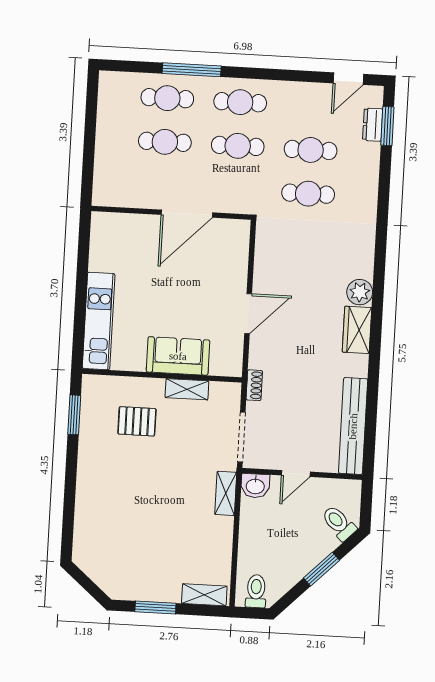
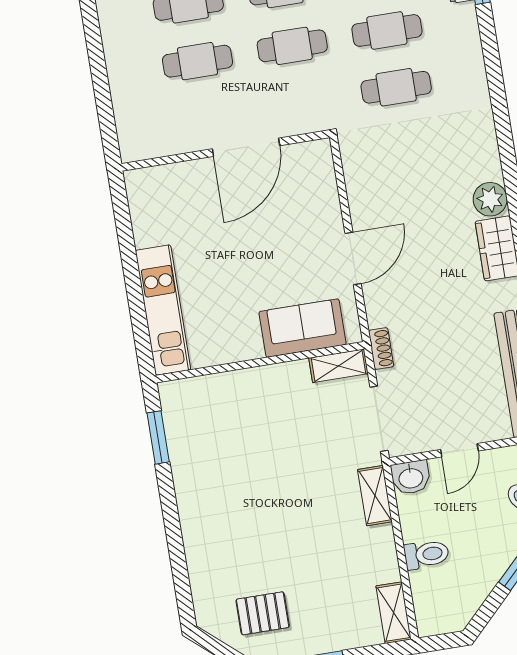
sofa: (178, 356) -> (303, 328), moved
shelving: (187, 389) -> (338, 366), moved
pallet: (137, 421) -> (263, 613), moved
toilet: (256, 591) -> (426, 554), moved, turned 90
shelving: (204, 595) -> (394, 613), moved, turned 90

